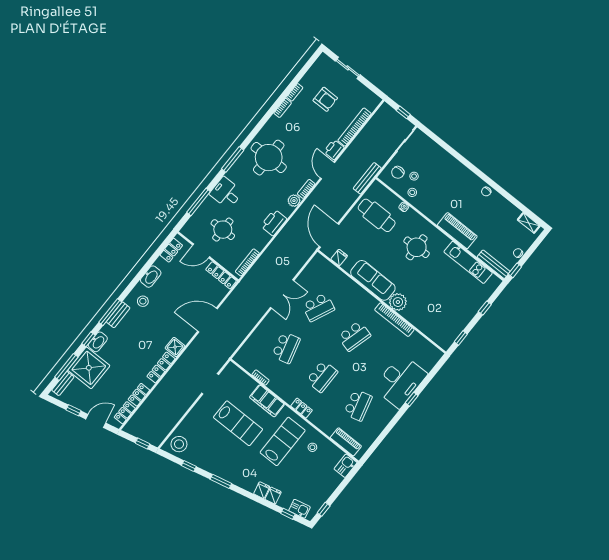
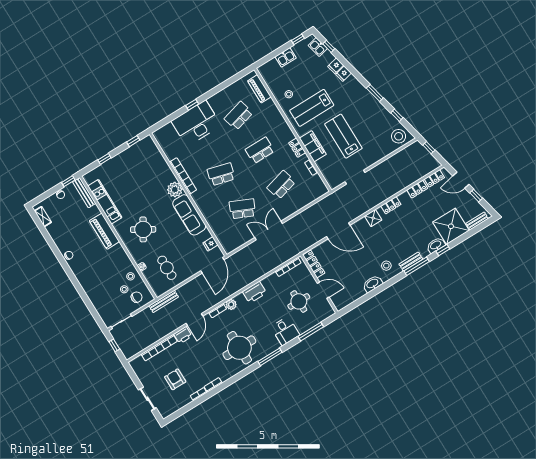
cafe table: (377, 215) -> (167, 268), width x0.73, depth x0.74
round table: (417, 247) -> (143, 229), turned 33
locker: (171, 250) -> (348, 300), removed
window: (66, 367) -> (469, 234), removed
locker: (161, 368) -> (391, 205), width x0.66
locker: (302, 408) -> (297, 148), moved
kitchen sink: (345, 466) -> (286, 57), moved

